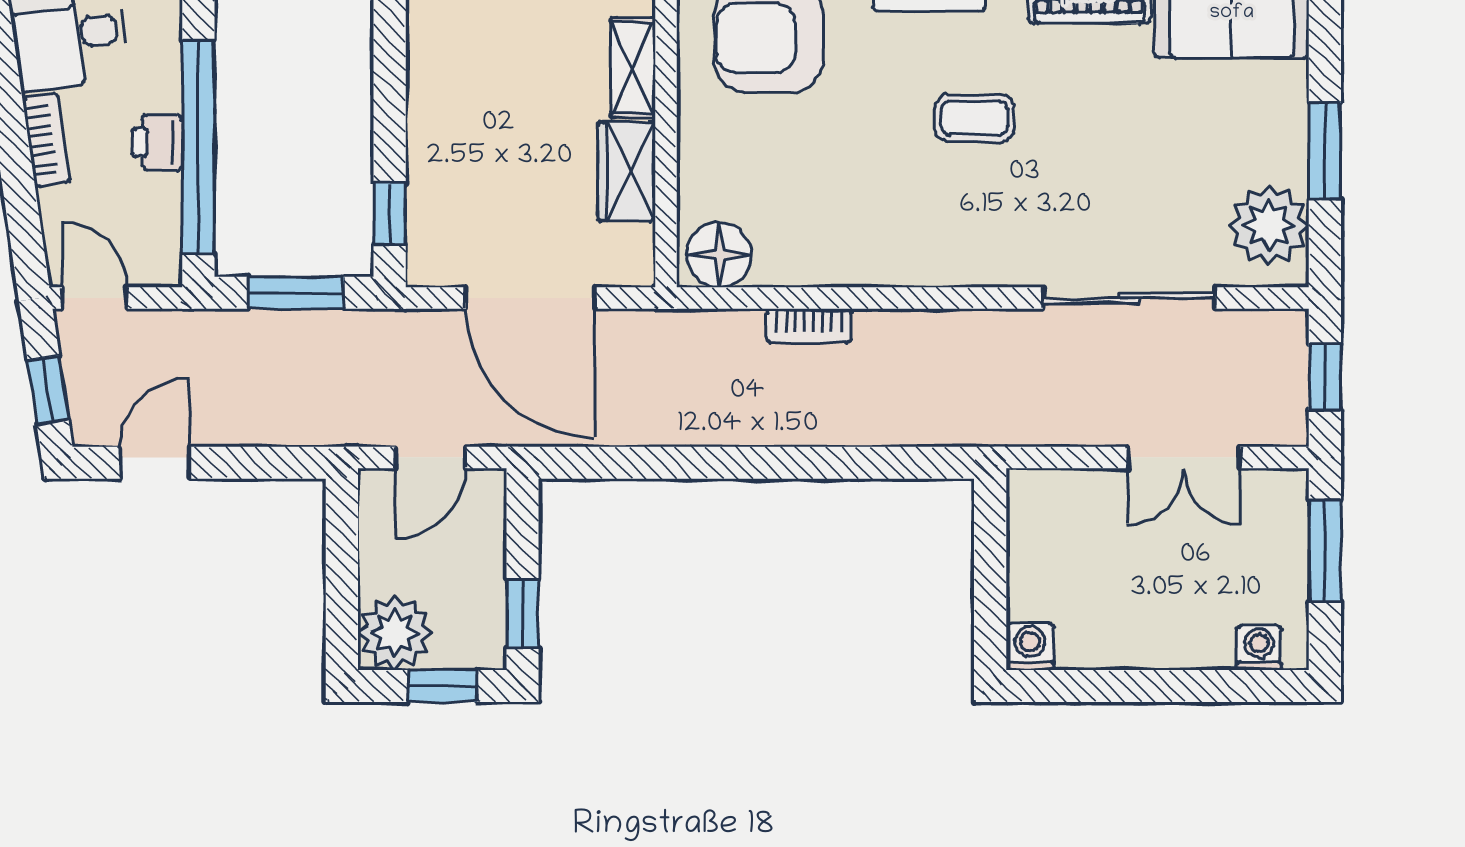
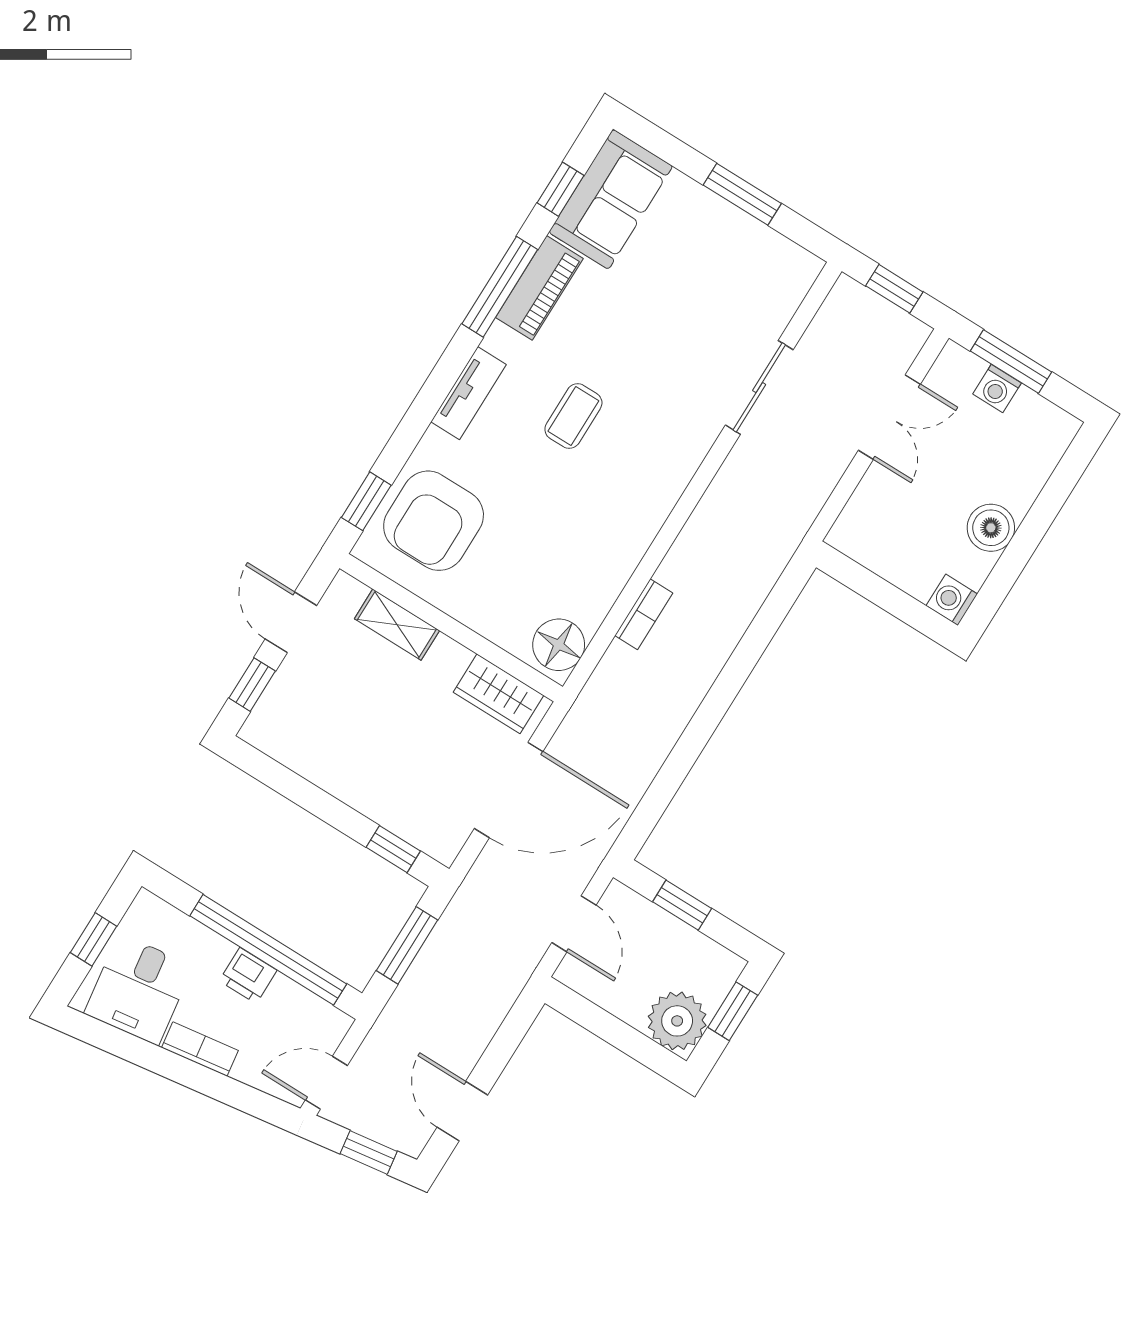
wardrobe: (627, 171) -> (499, 694), moved
plant: (1269, 225) -> (769, 263), removed
sliding door: (1129, 298) -> (759, 387), width x0.73
window: (522, 613) -> (682, 905), moved
boiler: (1133, 640) -> (991, 528), added
washing machine: (1259, 648) -> (997, 388), moved, turned -90

